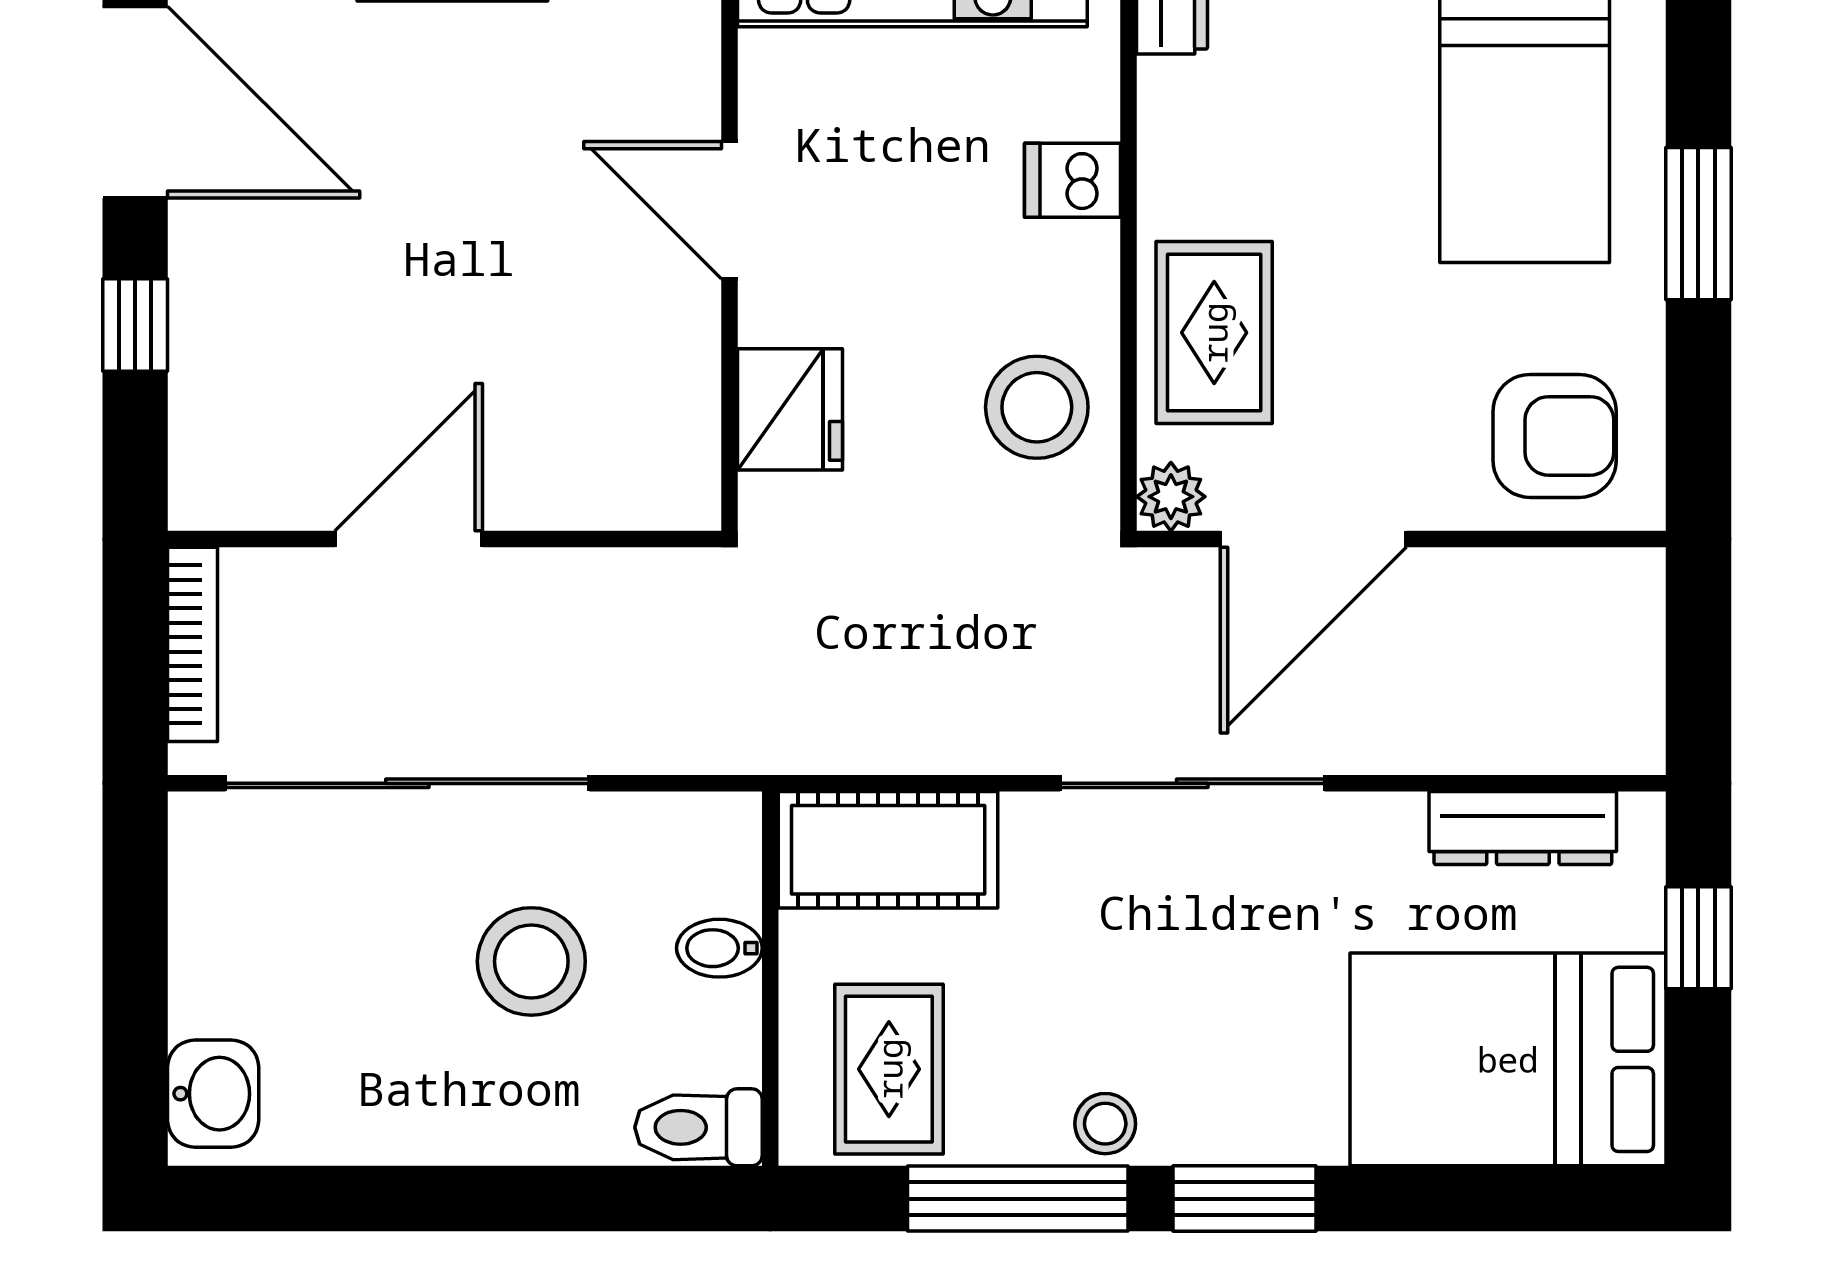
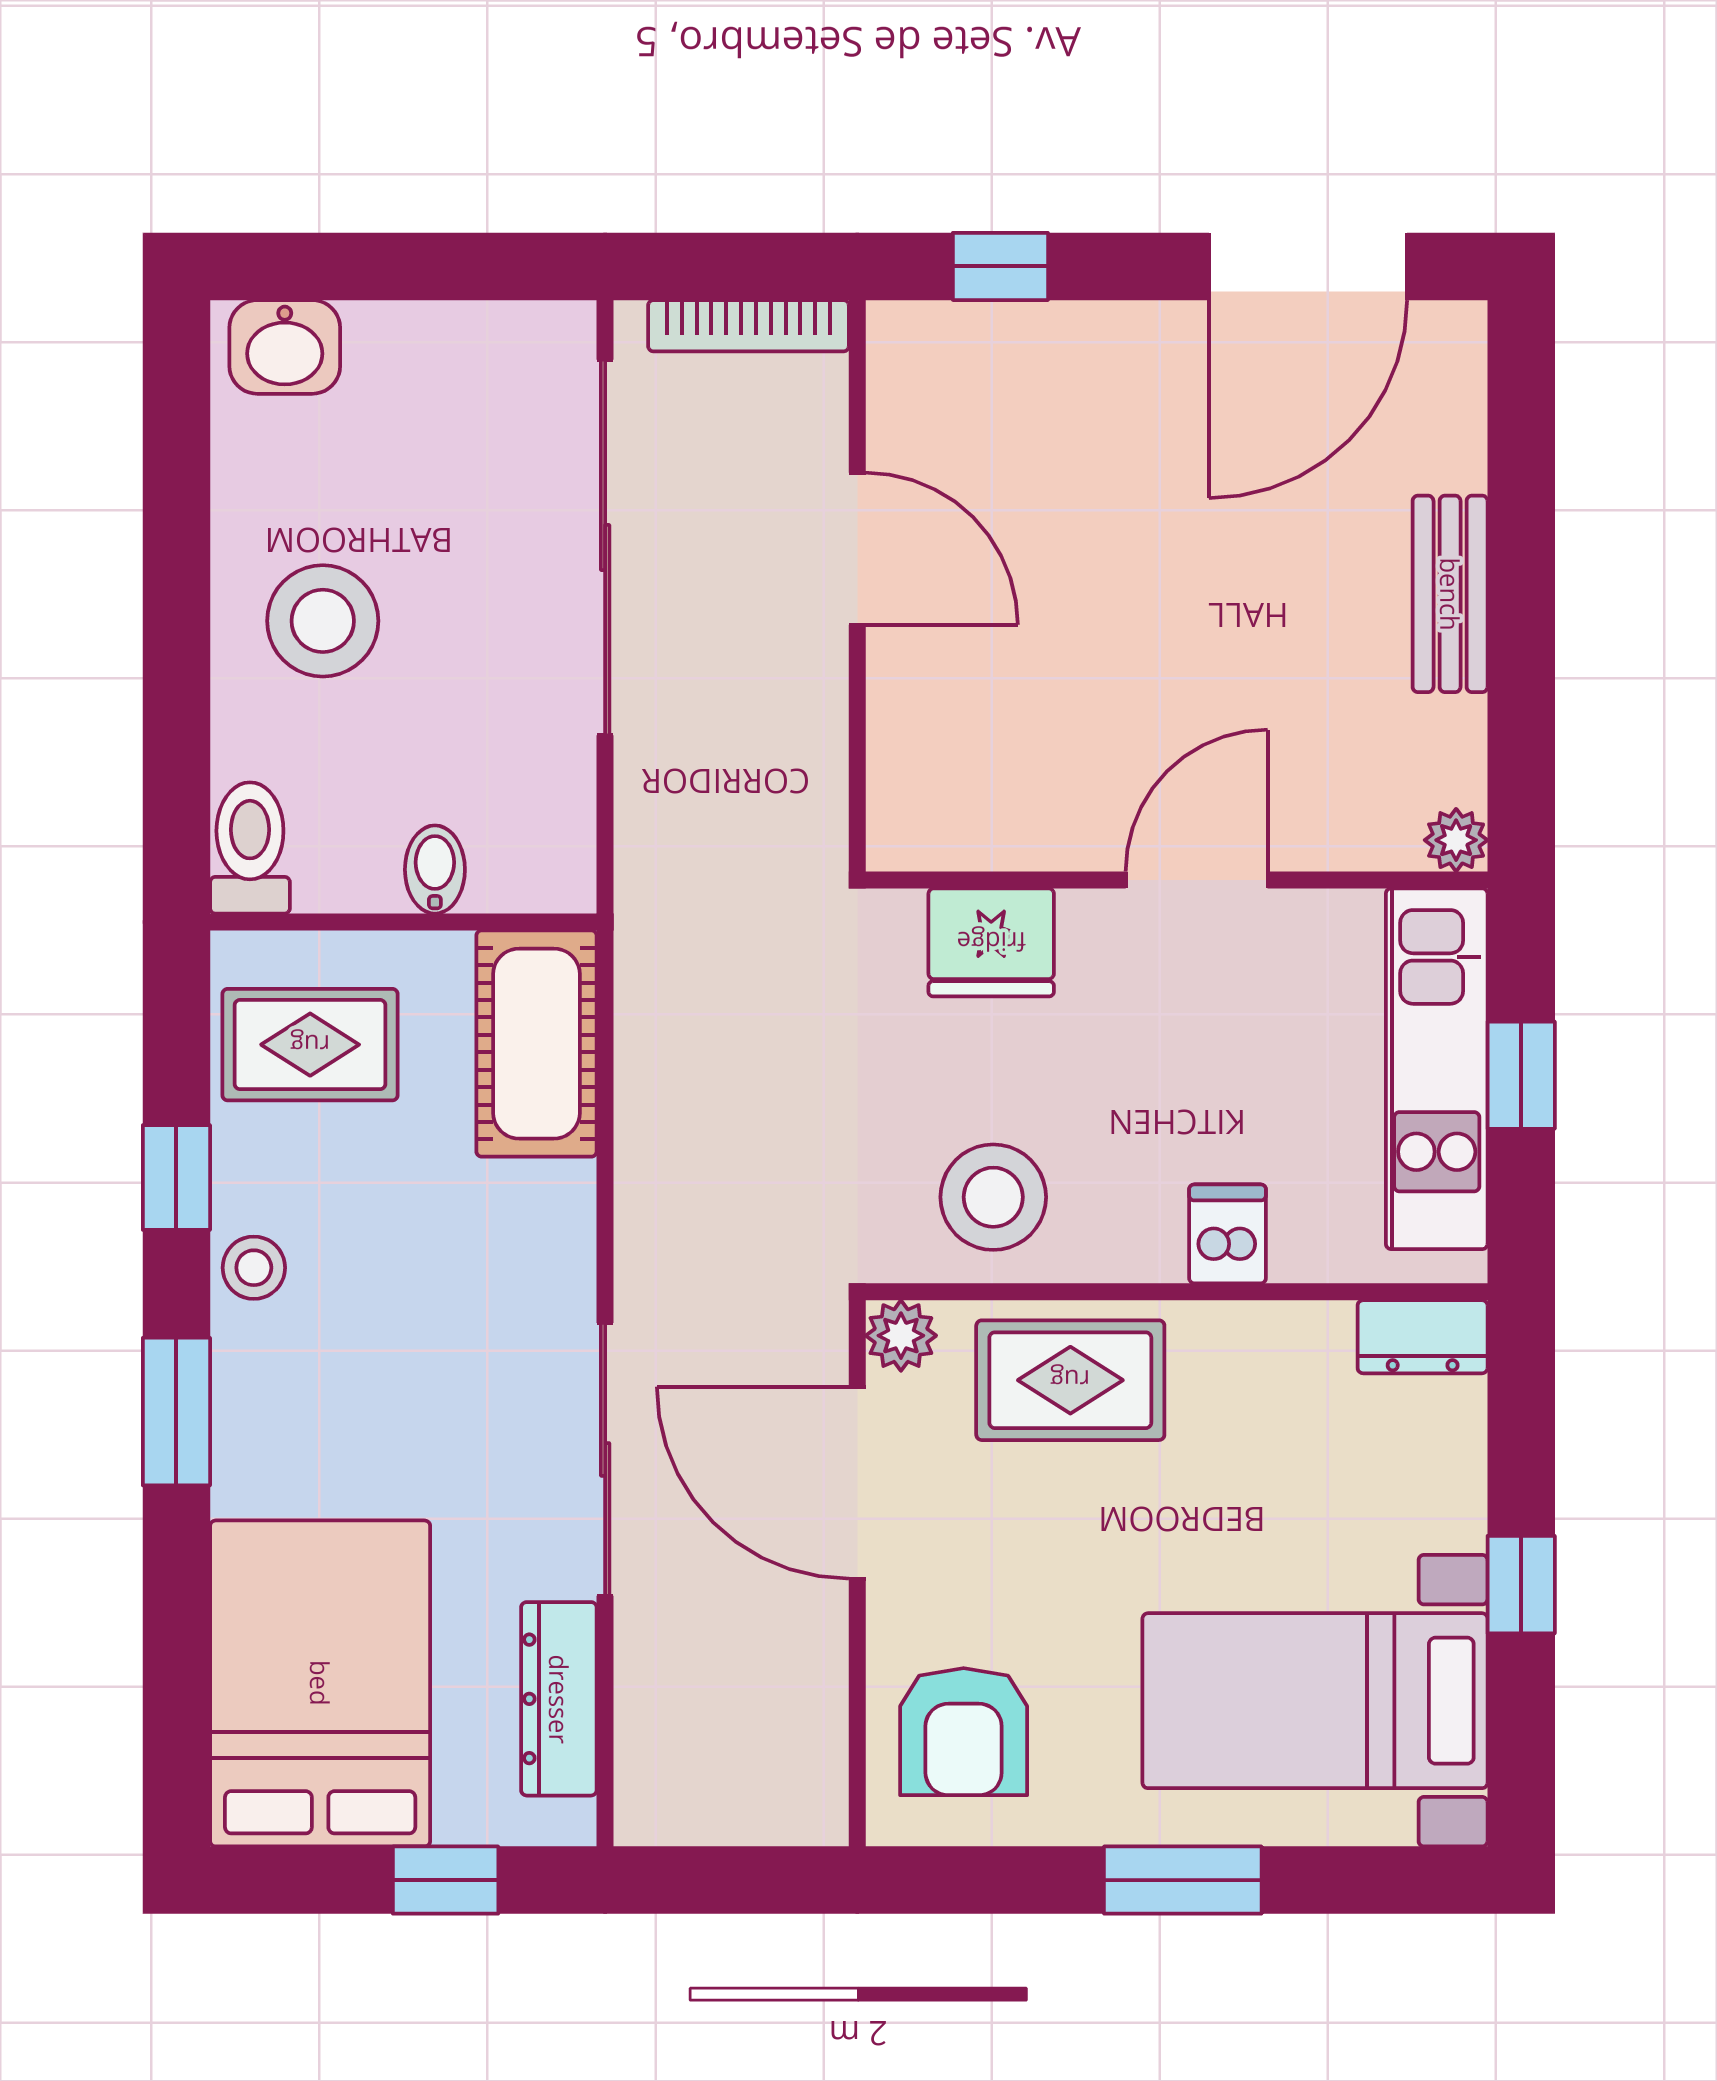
window: (135, 325) -> (1000, 266), moved
sliding door: (1192, 783) -> (605, 1459), moved
stool: (531, 961) -> (323, 621), moved
window: (1018, 1199) -> (176, 1177), width x0.46

